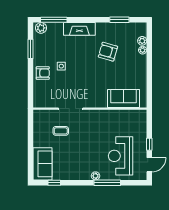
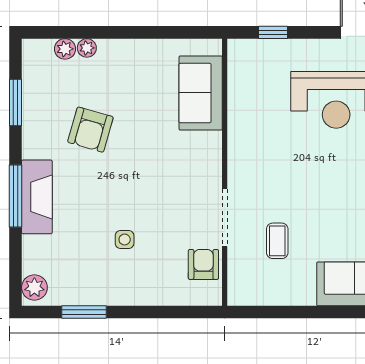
window: (54, 20) -> (15, 196), moved
armchair: (43, 73) -> (203, 264), moved
window: (149, 144) -> (273, 32), moved

